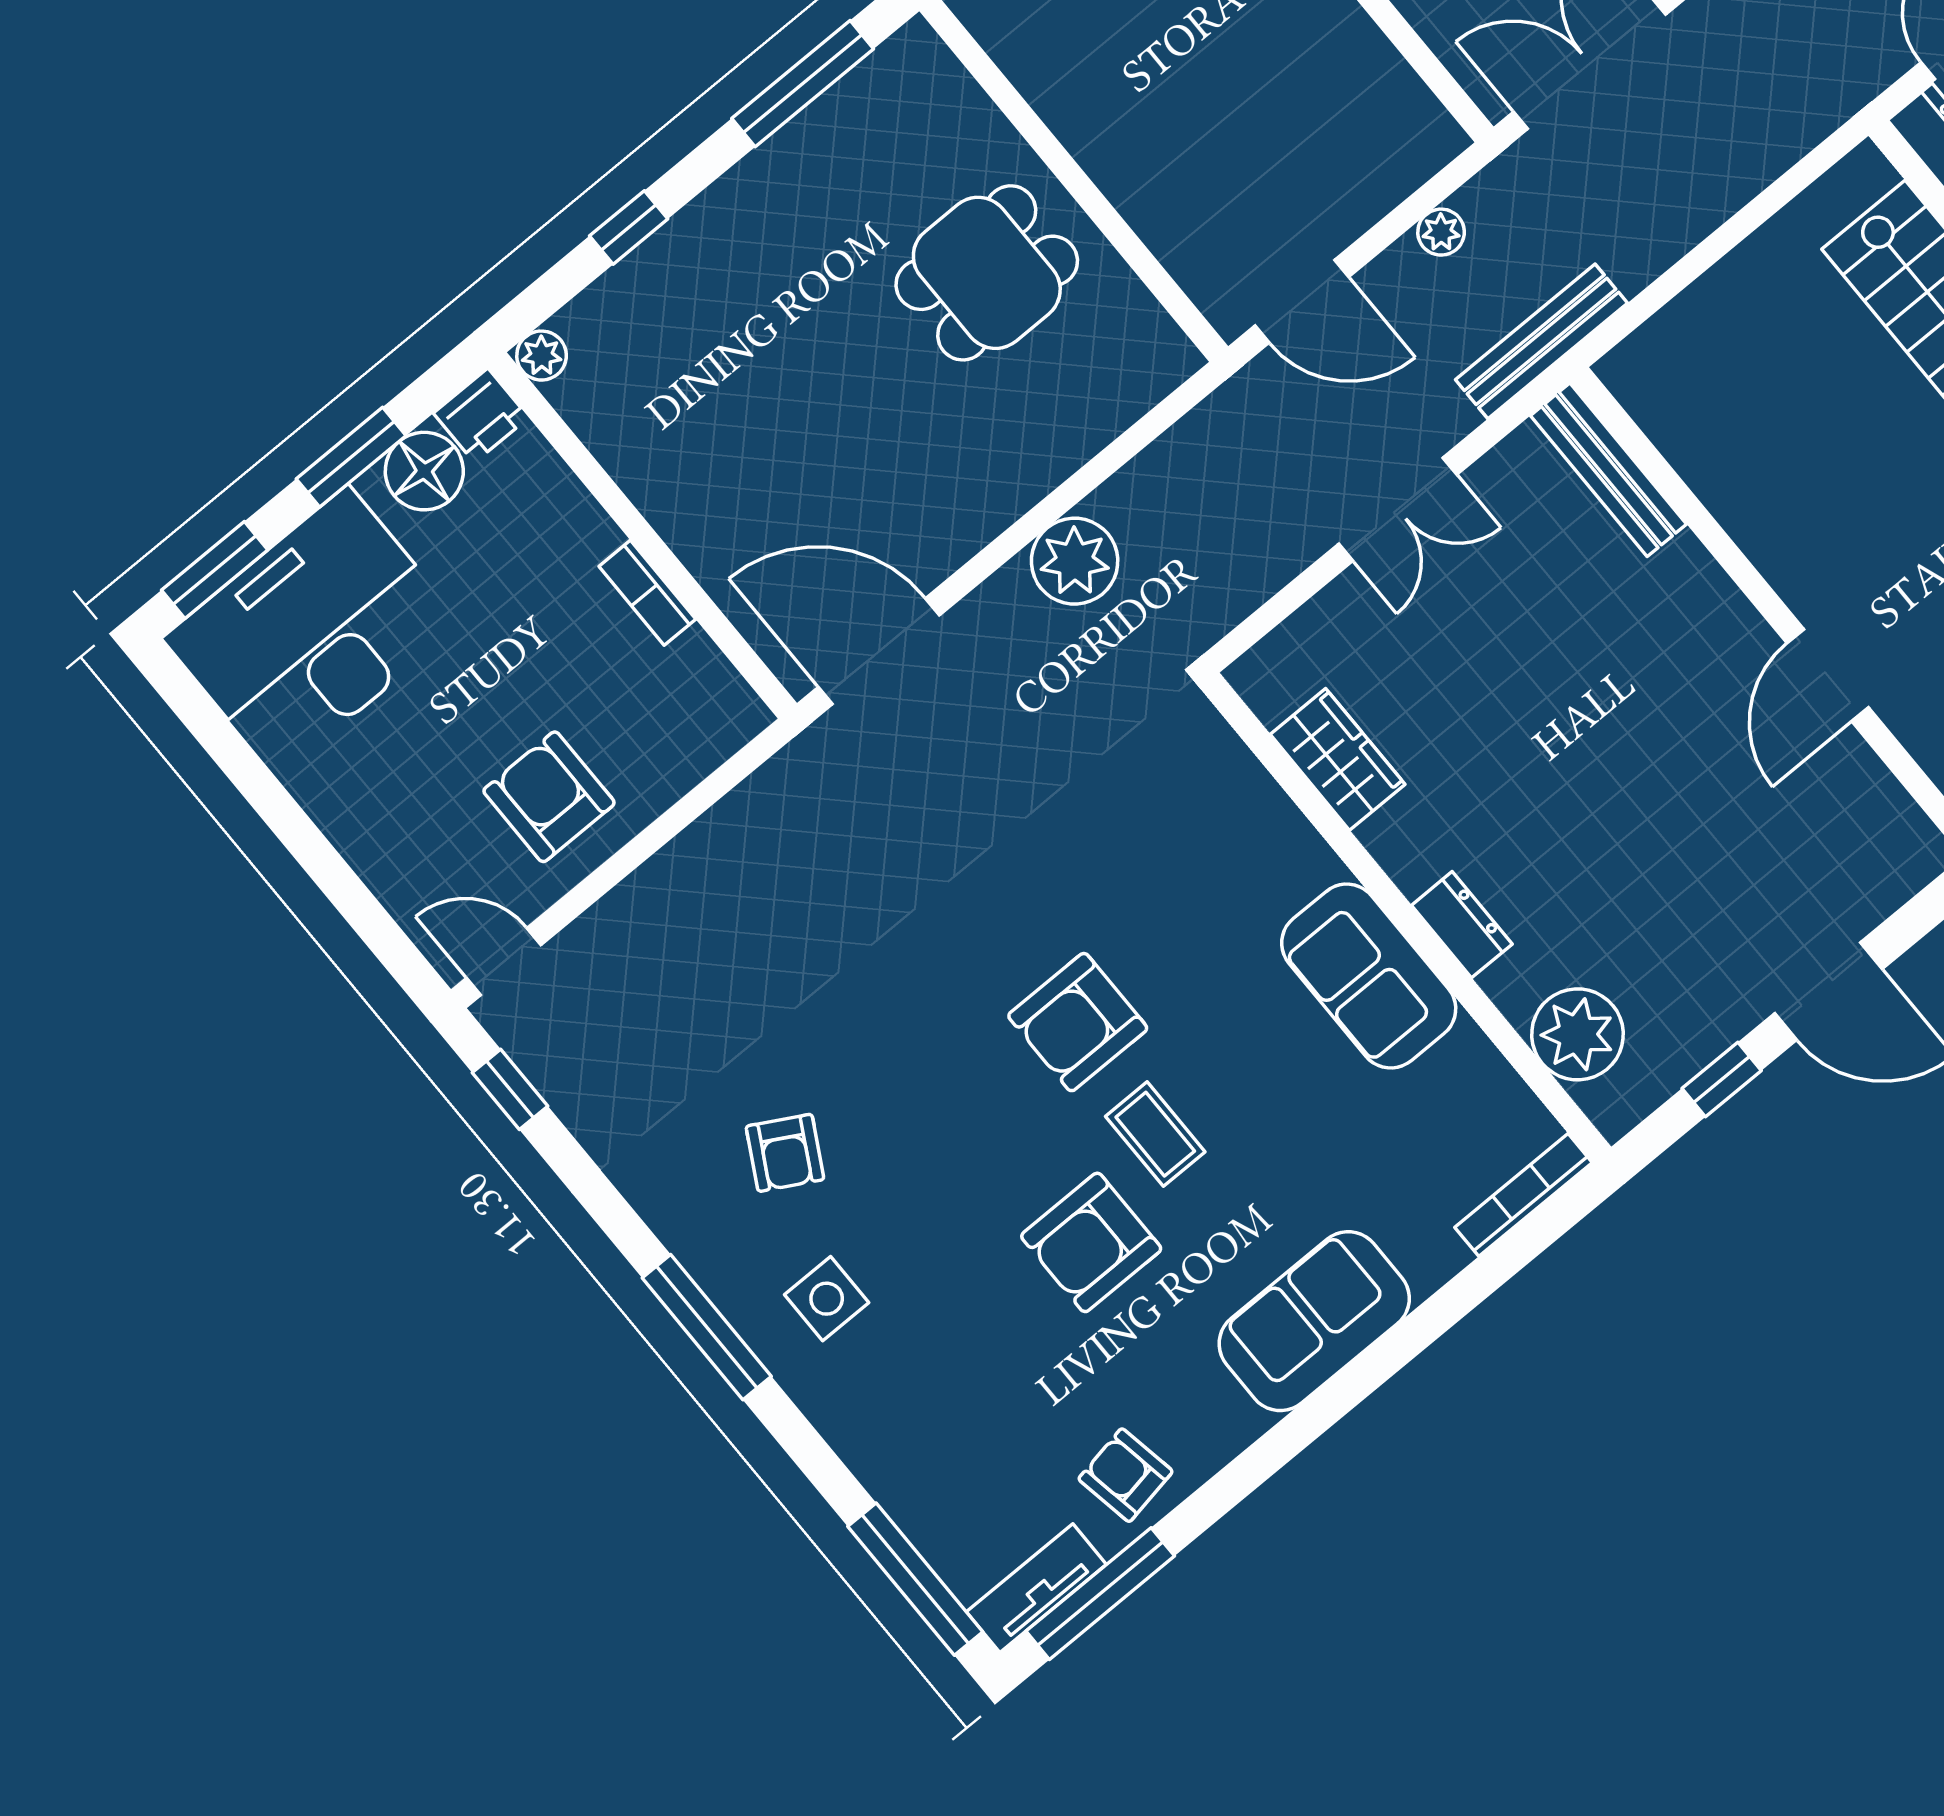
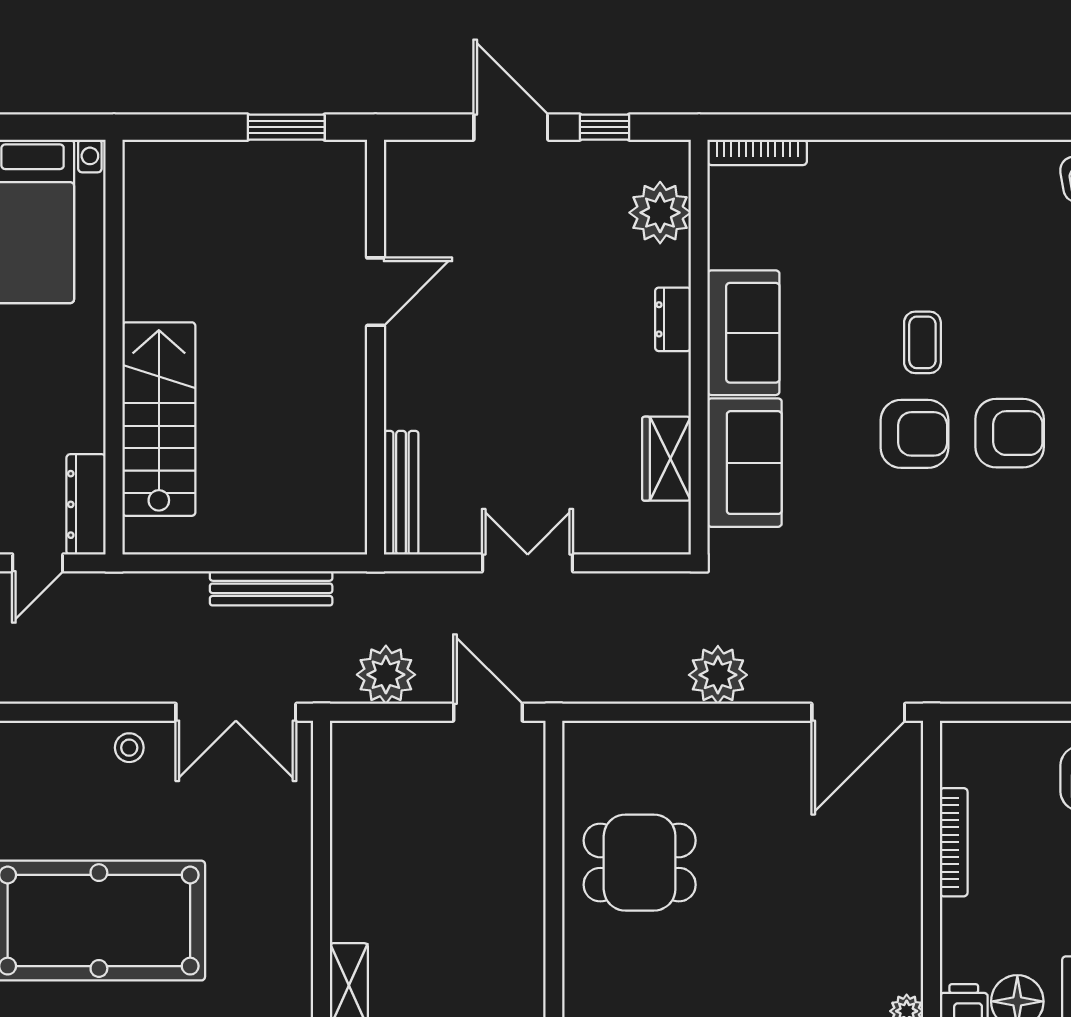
plant: (1441, 232) -> (386, 675), width x1.87, depth x1.87
bench: (1542, 341) -> (271, 588), moved
bookcase: (647, 593) -> (954, 842), width x1.56
door: (879, 651) -> (858, 712), hinge flipped
armchair: (1091, 1242) -> (1010, 433), moved
sofa: (1314, 1321) -> (745, 463), moved, turned -90

